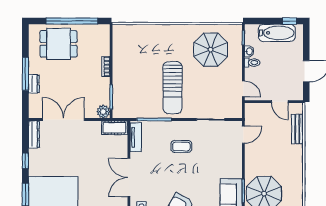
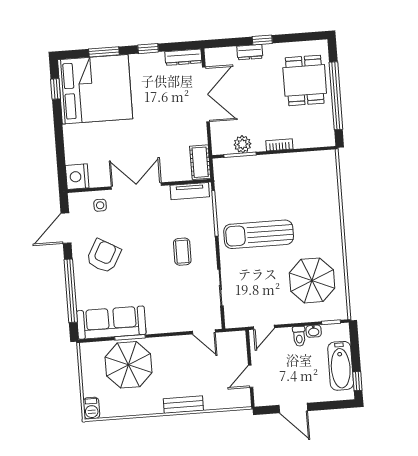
window: (25, 74) -> (262, 40), width x0.46
plant: (103, 112) -> (242, 144), moved
bench: (297, 129) -> (183, 405), moved

